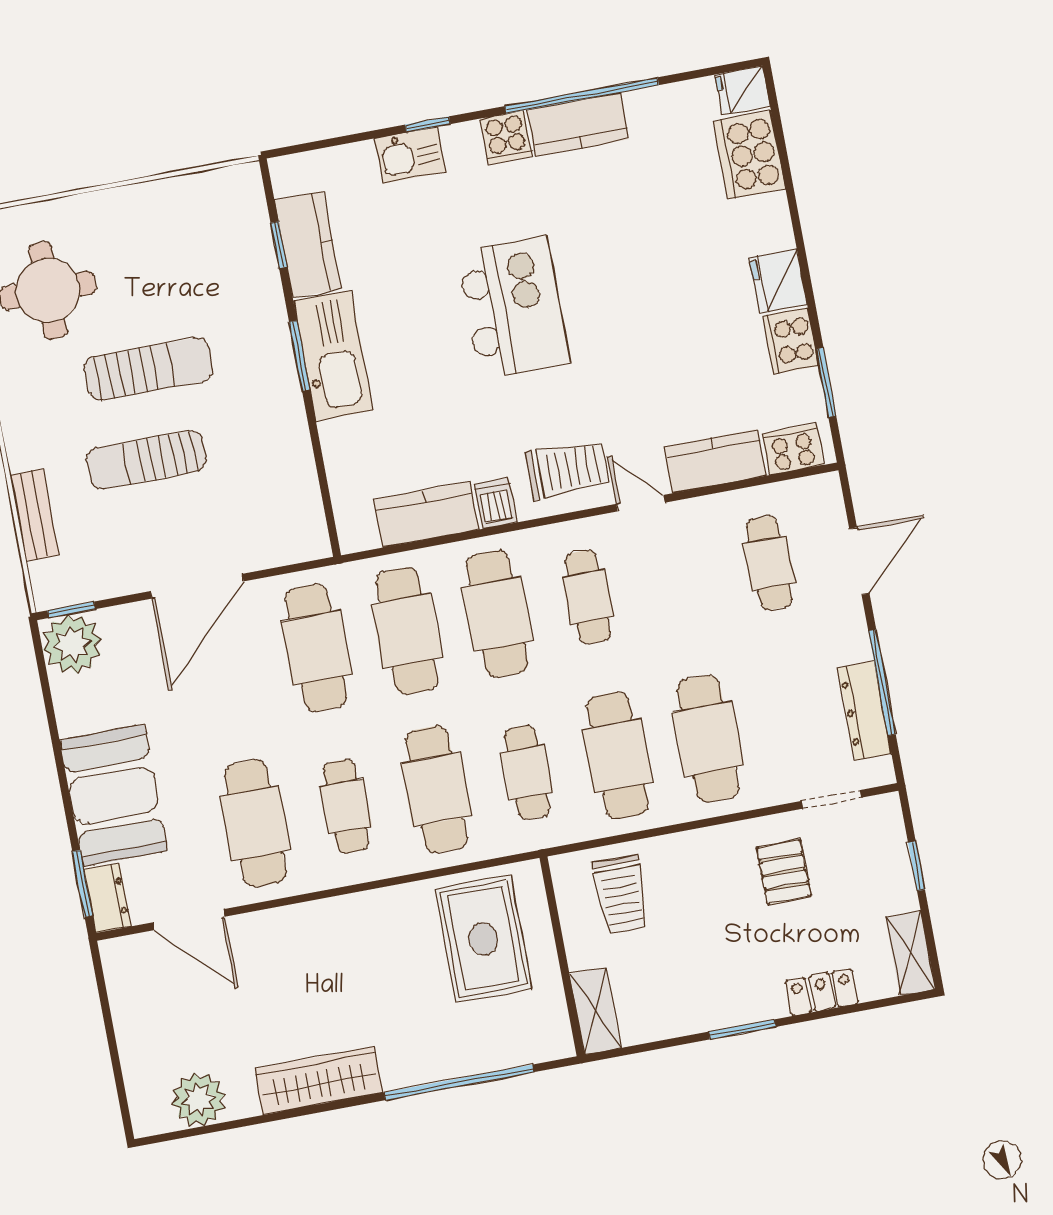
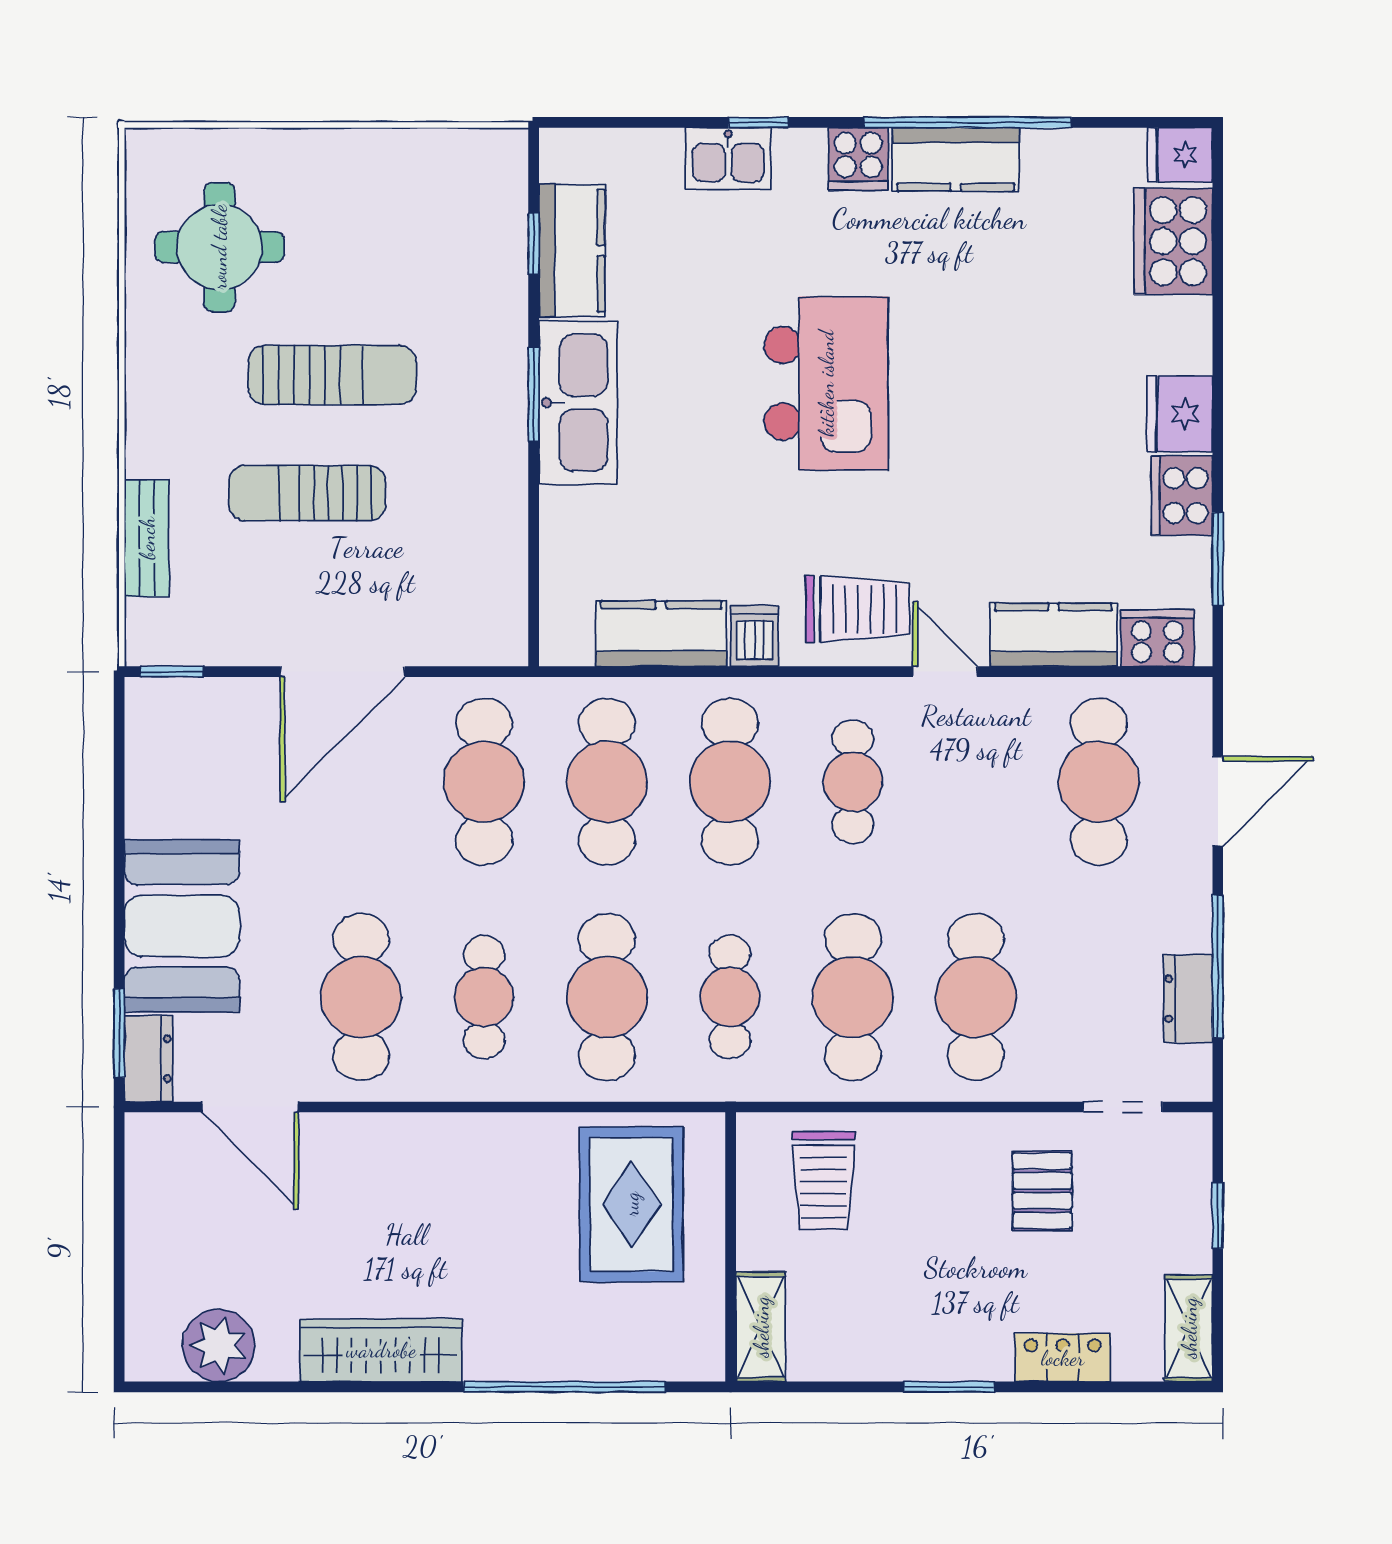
cafe table: (769, 563) -> (1099, 782), width x1.37, depth x1.35
plant: (72, 644) -> (164, 717), removed
dresser: (865, 711) -> (1188, 999), width x0.70

